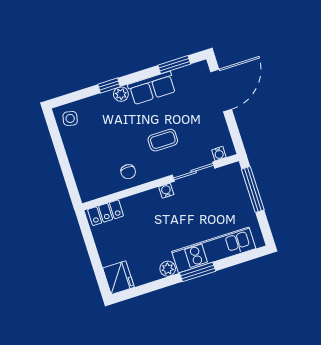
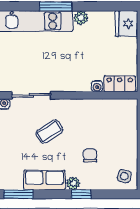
coffee table: (163, 140) -> (49, 131), turned -33
chair: (128, 172) -> (90, 155), moved
water cooler: (166, 191) -> (97, 86), moved

